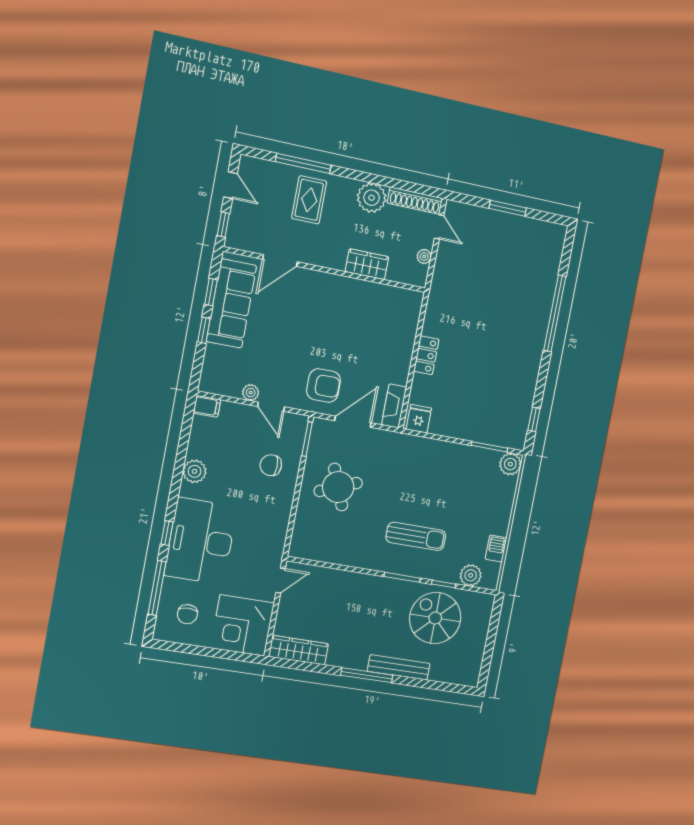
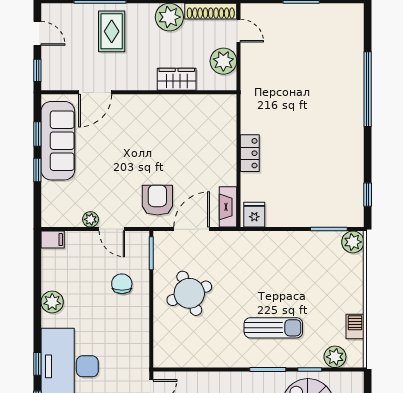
plant: (424, 257) -> (223, 61), width x1.88, depth x1.88
armchair: (324, 386) -> (157, 200), turned -90
chair: (271, 465) -> (122, 284), turned 90

